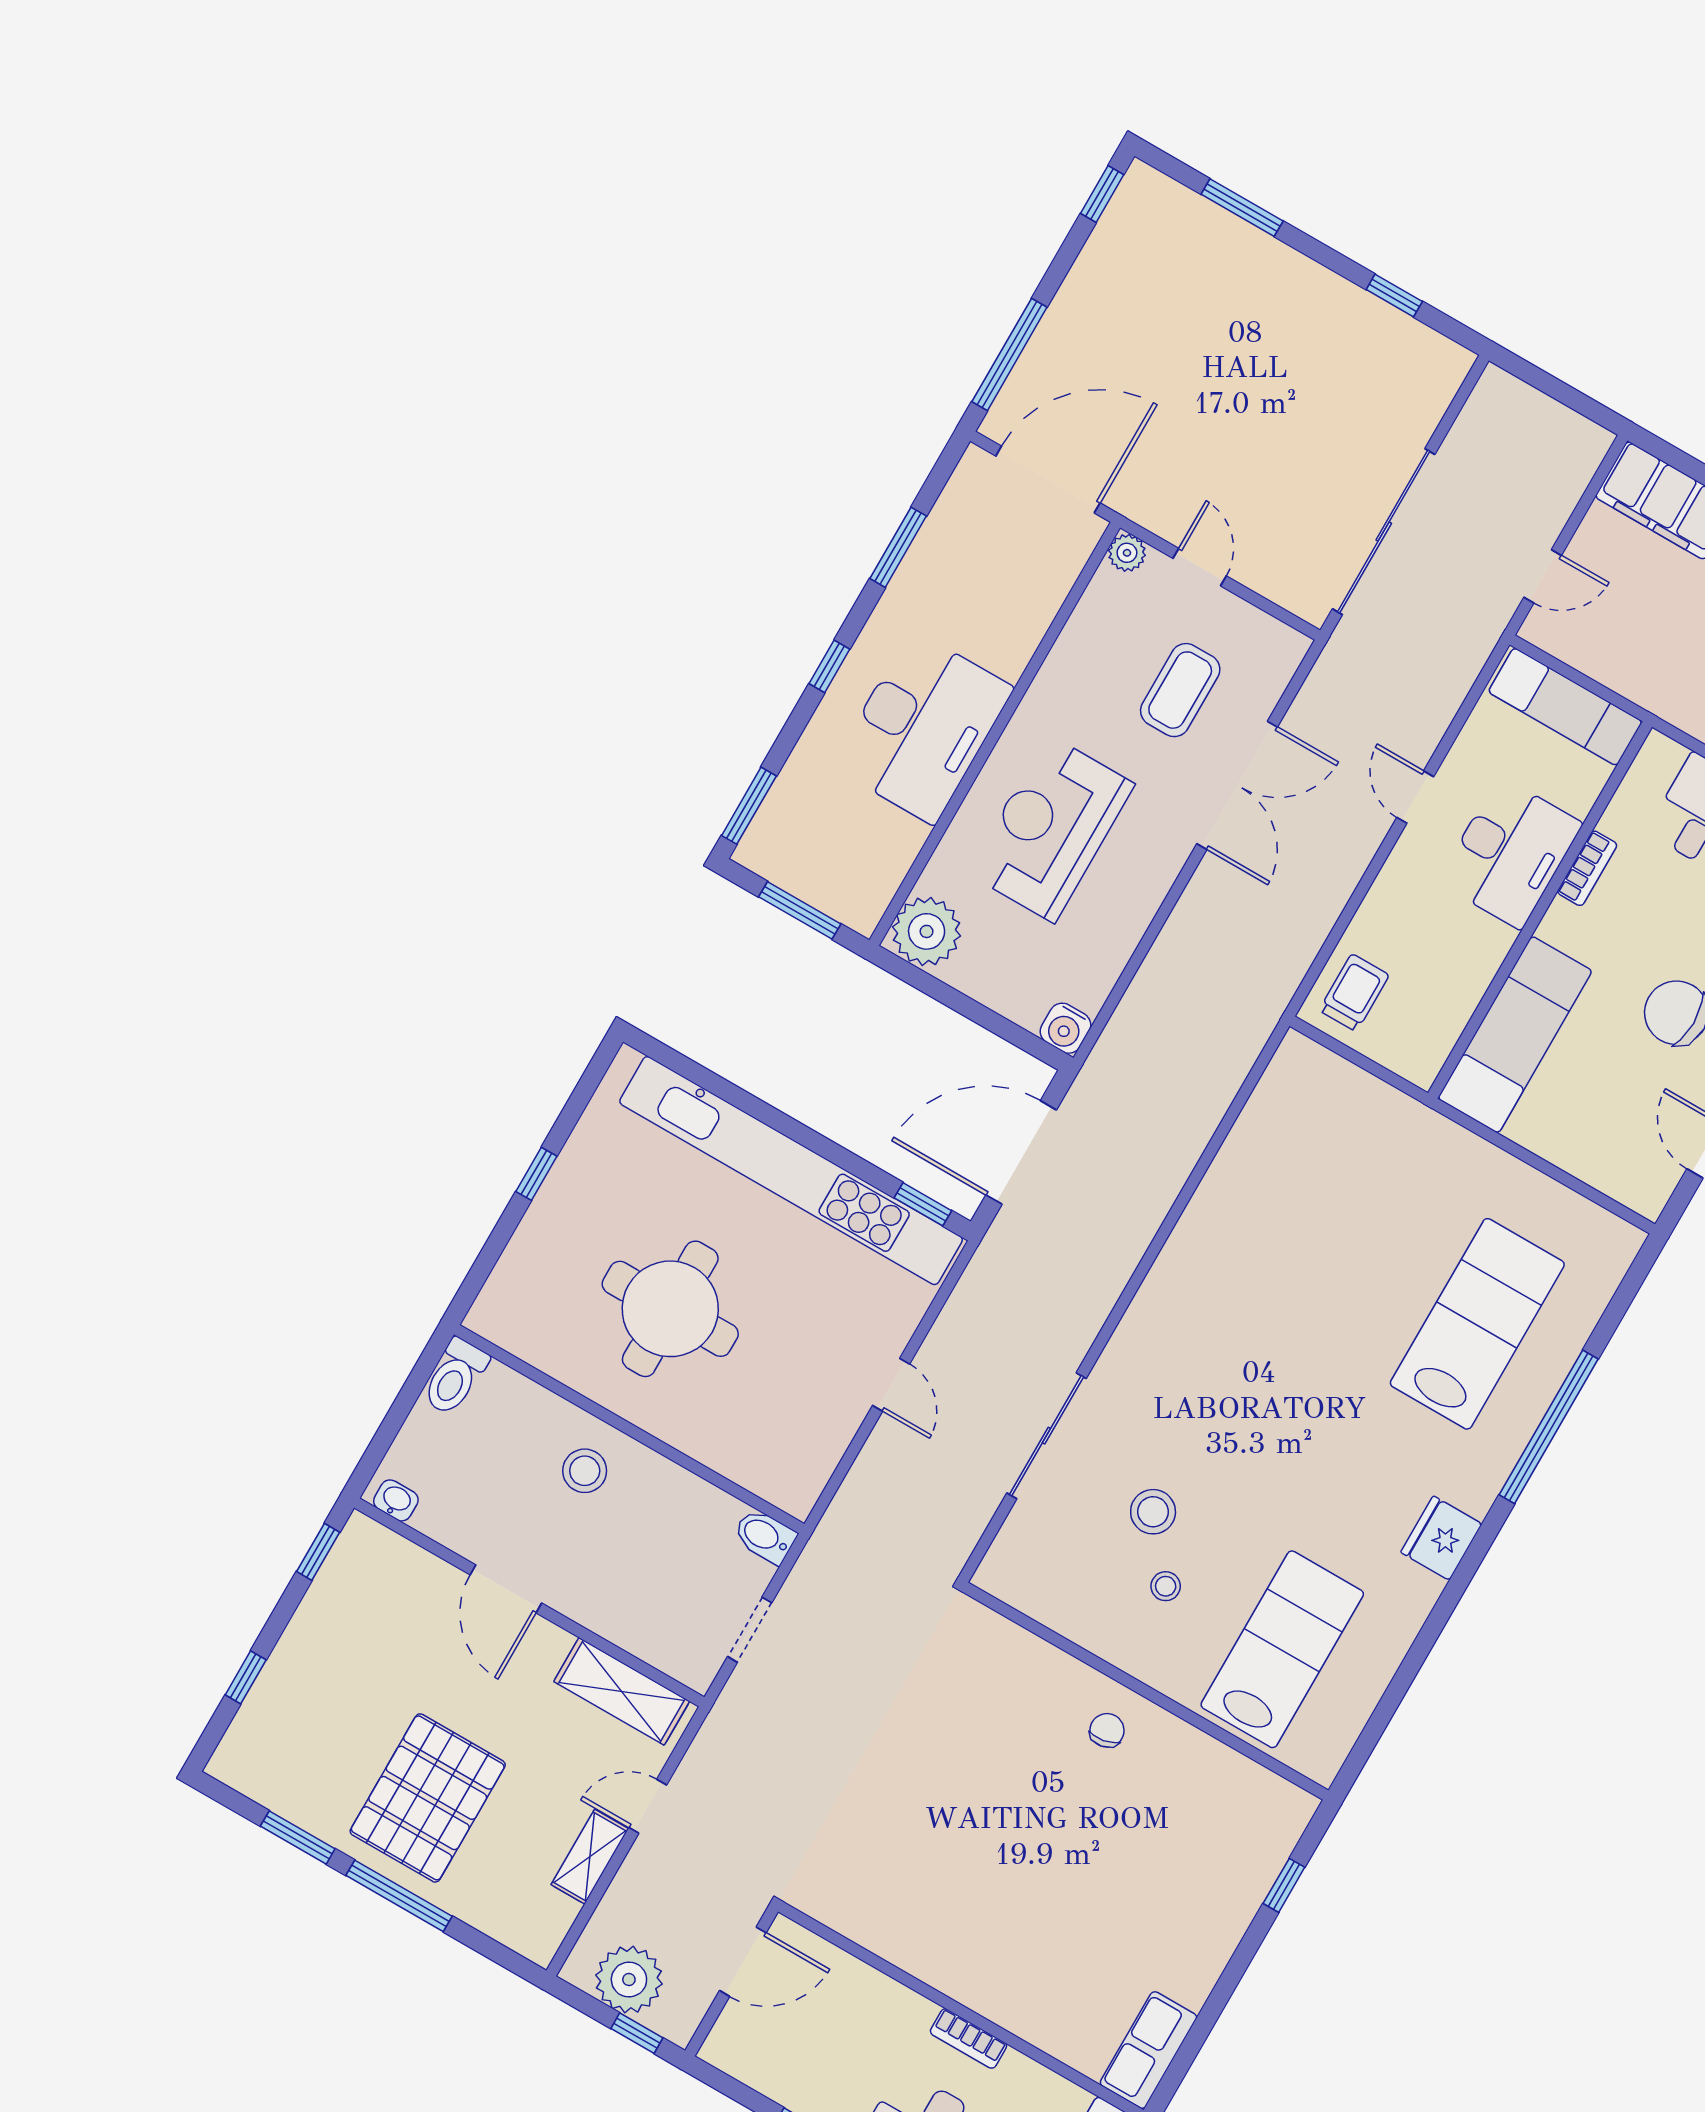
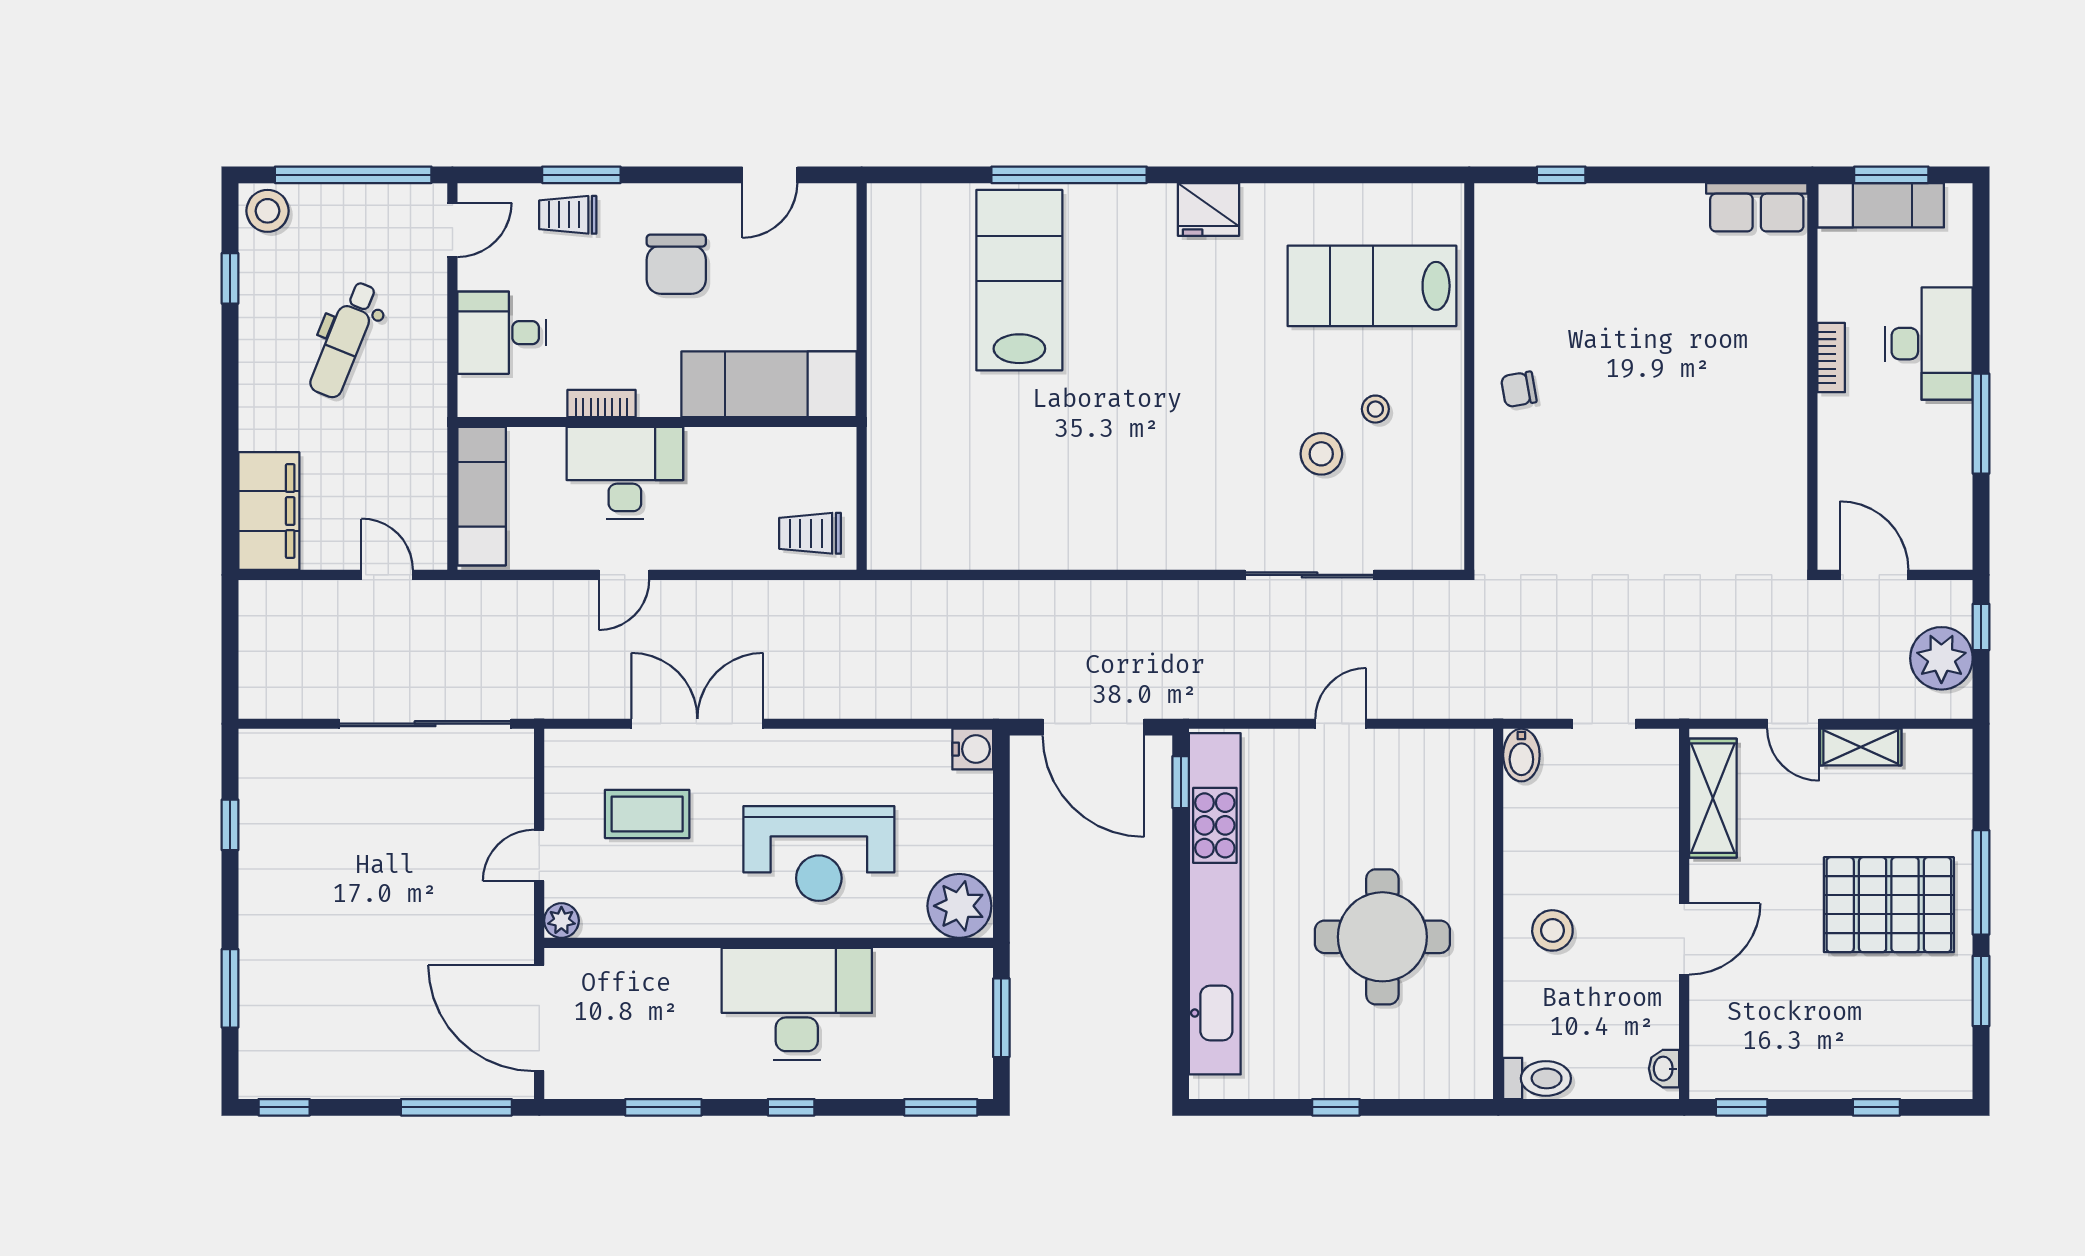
lab bench: (1477, 1324) -> (1019, 280), turned 90

